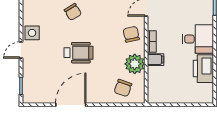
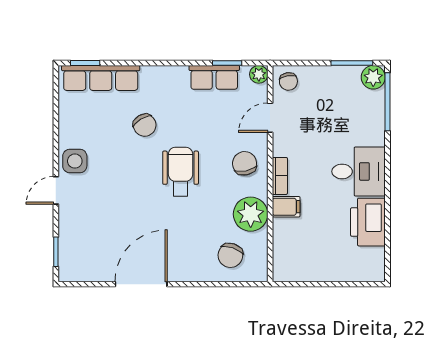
wheelchair: (79, 53) -> (181, 172), moved, turned -90

